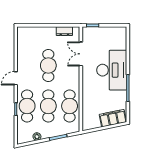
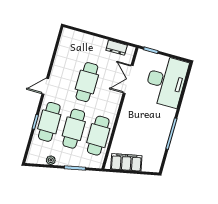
desk: (112, 70) -> (166, 81), moved
filing cabinet: (113, 118) -> (126, 162), moved

